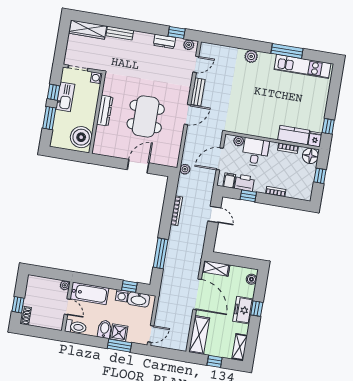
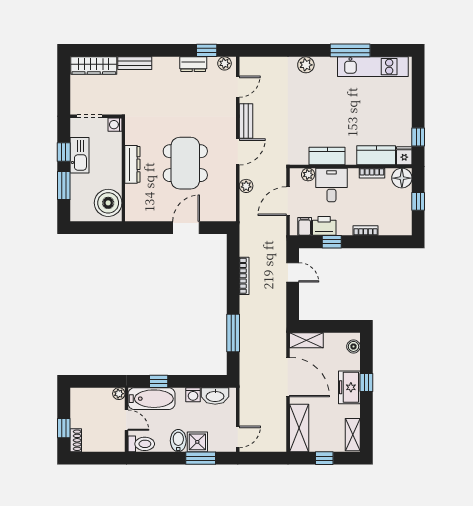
kitchen counter: (256, 129) -> (327, 156), added
plant: (185, 169) -> (246, 186), moved
window: (129, 286) -> (159, 381), moved

